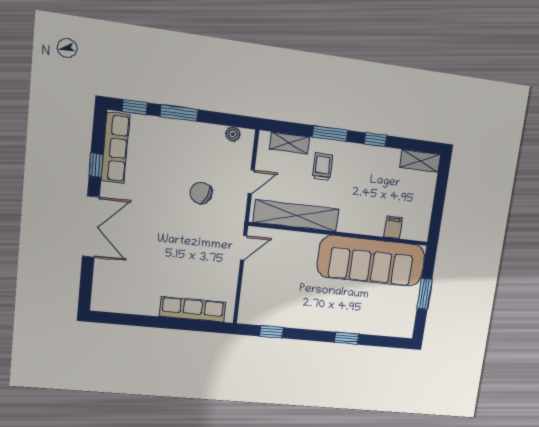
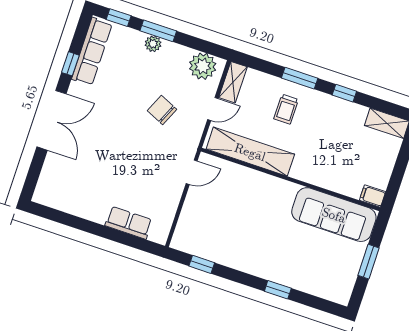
plant: (177, 128) -> (153, 44), added
plant: (233, 134) -> (203, 66), width x1.87, depth x1.87
shelving: (289, 143) -> (233, 82), moved, turned 90
trolley: (323, 167) -> (286, 109), turned 180
filing cabinet: (393, 227) -> (373, 196), moved, turned -90
sofa: (371, 261) -> (334, 215), width x0.74, depth x0.79
row of seats: (193, 309) -> (129, 223), width x0.68

